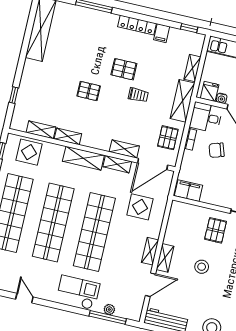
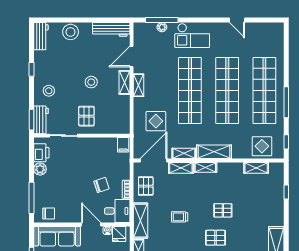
pallet: (124, 69) -> (216, 238), moved
shelving: (68, 136) -> (205, 167), moved
filing cabinet: (189, 191) -> (123, 145), width x0.50

